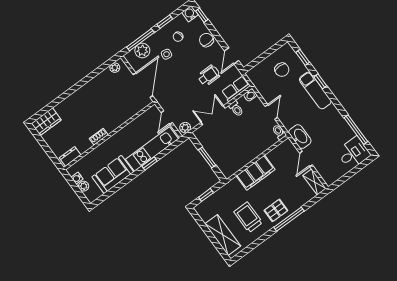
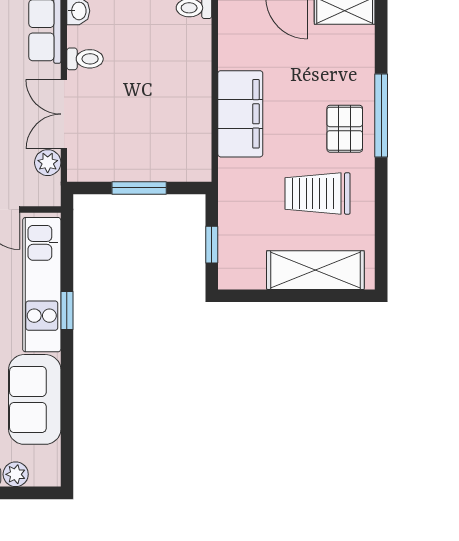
plant: (185, 128) -> (48, 163), moved

